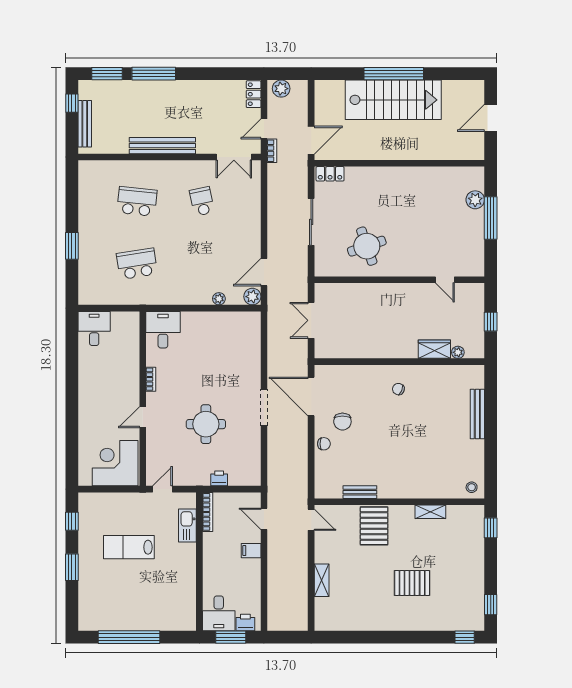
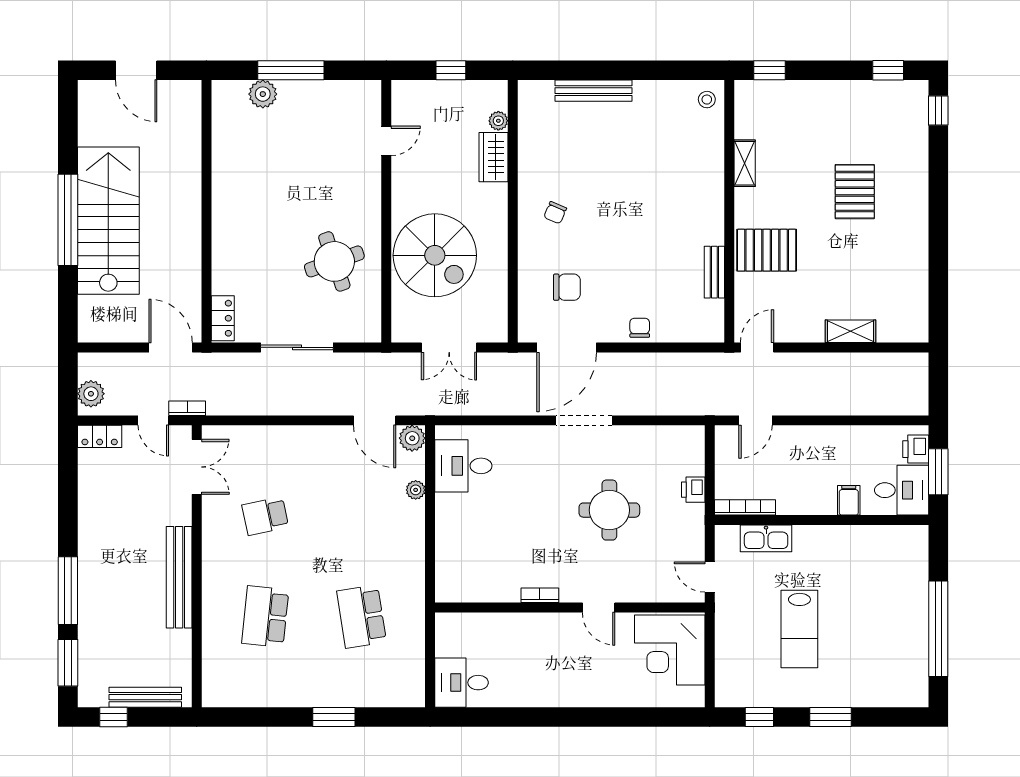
spiral stairs: (371, 311) -> (435, 255), added
desk: (163, 330) -> (463, 466), moved
chair: (342, 422) -> (567, 287), moved
filing cabinet: (251, 551) -> (849, 500), moved, turned 180

